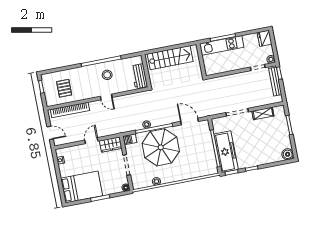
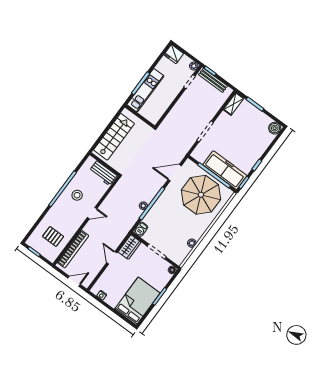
shelving: (263, 113) -> (234, 104), moved
parasol: (161, 147) -> (201, 195), moved

